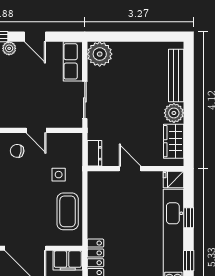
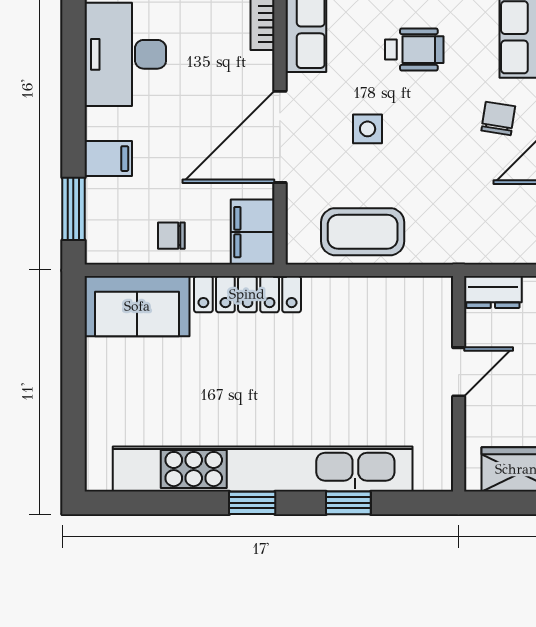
side table: (59, 175) -> (368, 129), moved
fridge: (174, 179) -> (434, 469), removed

